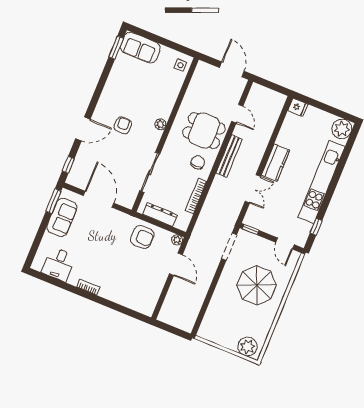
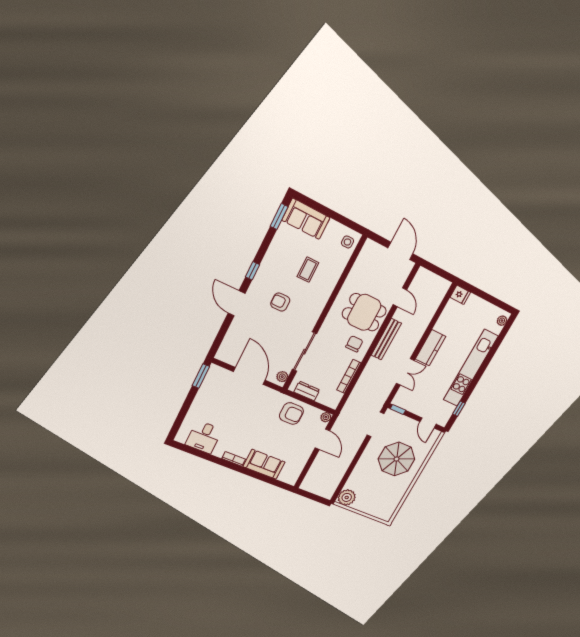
coffee table: (146, 93) -> (308, 270), added
plant: (161, 124) -> (282, 377), moved
armchair: (123, 125) -> (280, 302), turned -90
door: (83, 129) -> (237, 303), swing flipped
plant: (342, 129) -> (502, 321), width x0.53, depth x0.53
window: (68, 165) -> (252, 271), moved
dresser: (160, 215) -> (307, 391), width x0.70
sofa: (62, 217) -> (264, 464), moved, turned -90
plant: (248, 347) -> (347, 497), moved

